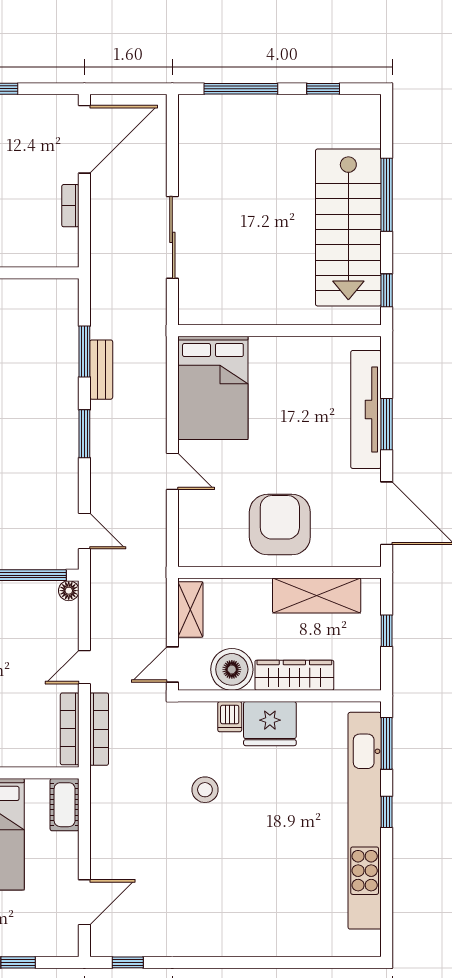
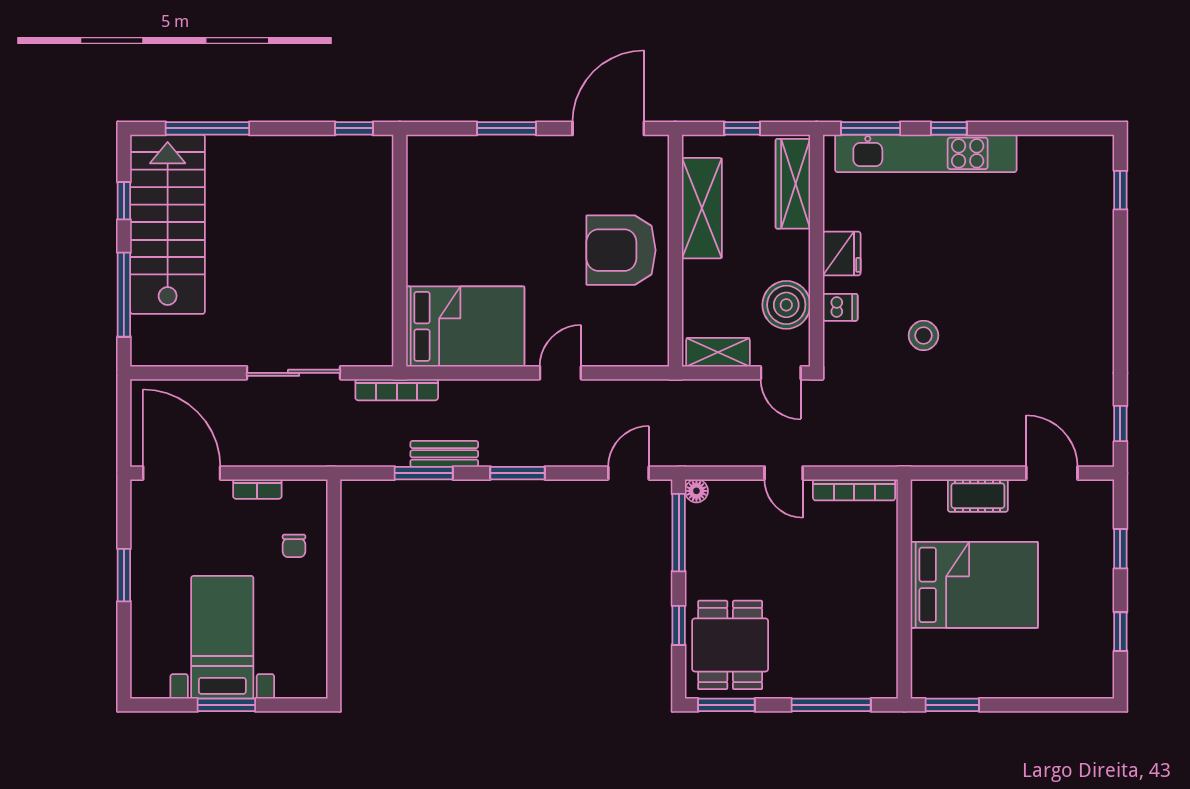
window: (387, 195) -> (207, 128), moved
stairs: (348, 227) -> (168, 224), moved, turned -90
chair: (21, 238) -> (294, 546), added
tv unit: (366, 409) -> (490, 152), removed
wardrobe: (294, 675) -> (793, 184), moved
fridge: (270, 724) -> (842, 254), width x0.73, depth x0.75
bookcase: (99, 729) -> (397, 390), moved, turned 180
cot: (65, 805) -> (978, 496), moved
kitchen unit: (365, 821) -> (926, 153), width x0.73
window: (332, 962) -> (1120, 190), added

